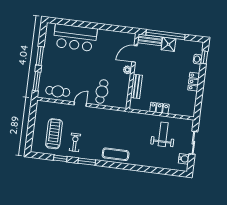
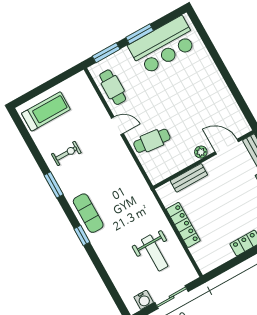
bar counter: (75, 38) -> (163, 45), moved, turned -90
locker: (159, 108) -> (183, 225), width x1.53
treadmill: (54, 134) -> (46, 111), moved
weight bench: (163, 134) -> (155, 253), turned 90
window: (60, 158) -> (82, 236), moved

